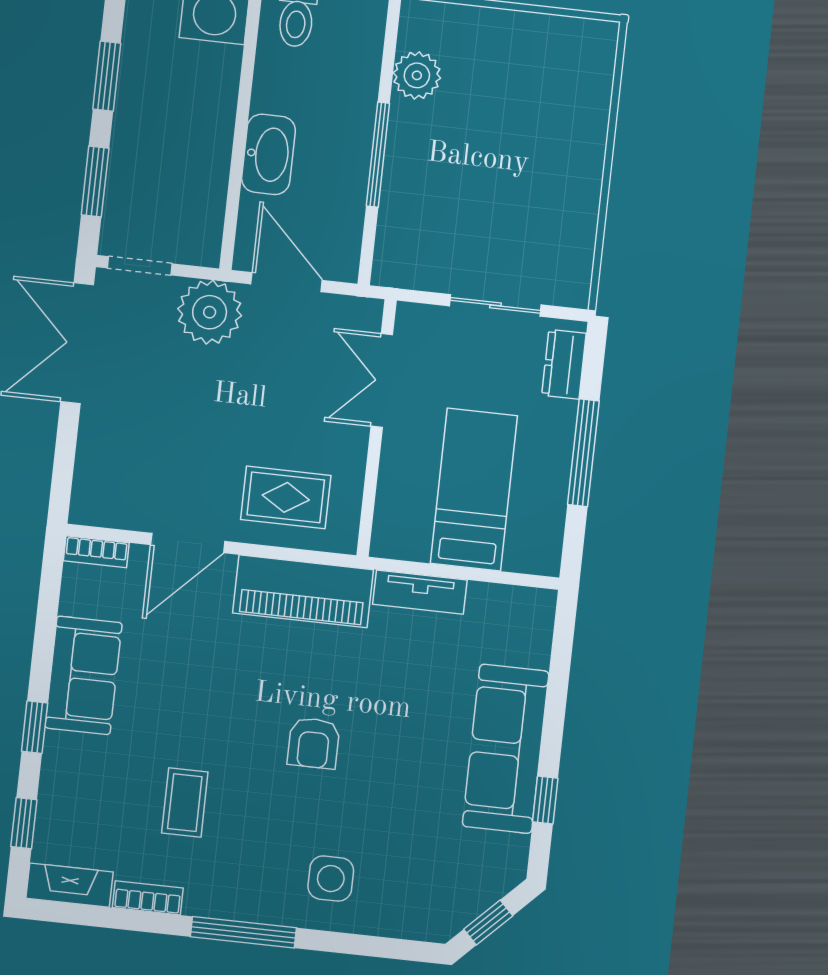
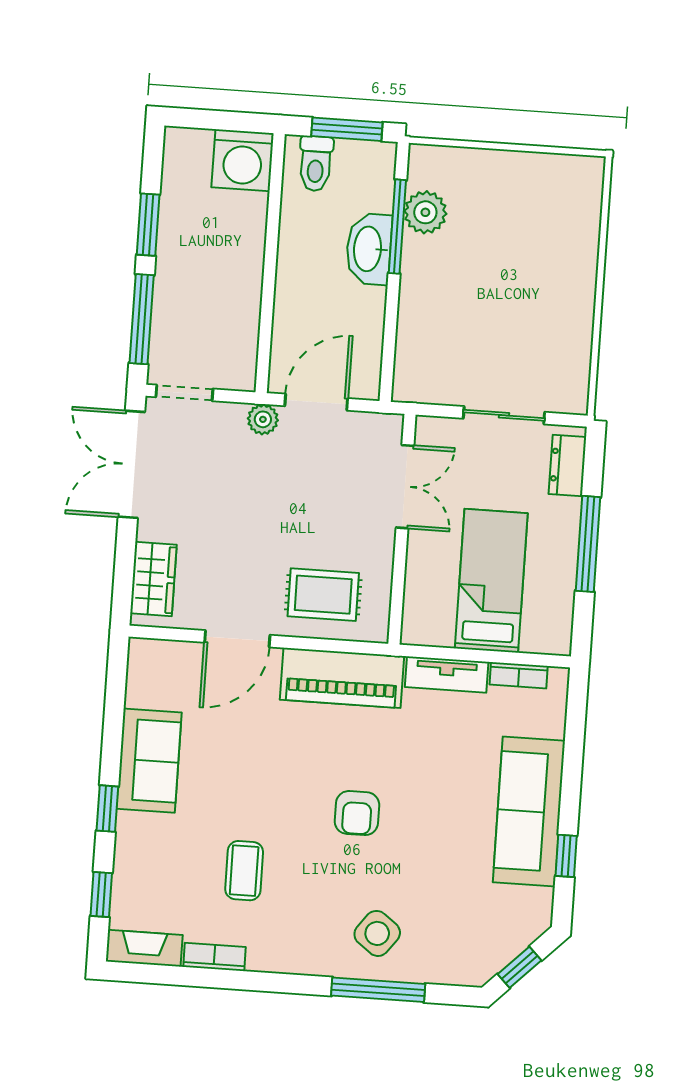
washbasin: (268, 154) -> (369, 249), moved, turned 180
window: (378, 155) -> (397, 227), moved
window: (95, 181) -> (142, 319), width x1.44
door: (287, 282) -> (316, 402), hinge flipped
plant: (210, 312) -> (263, 419), width x0.53, depth x0.53
double door: (382, 380) -> (405, 487), swing flipped
wardrobe: (97, 472) -> (153, 579), added
bookcase: (96, 552) -> (519, 675), moved
side table: (331, 879) -> (377, 933), turned 37
window: (243, 932) -> (378, 990), moved

